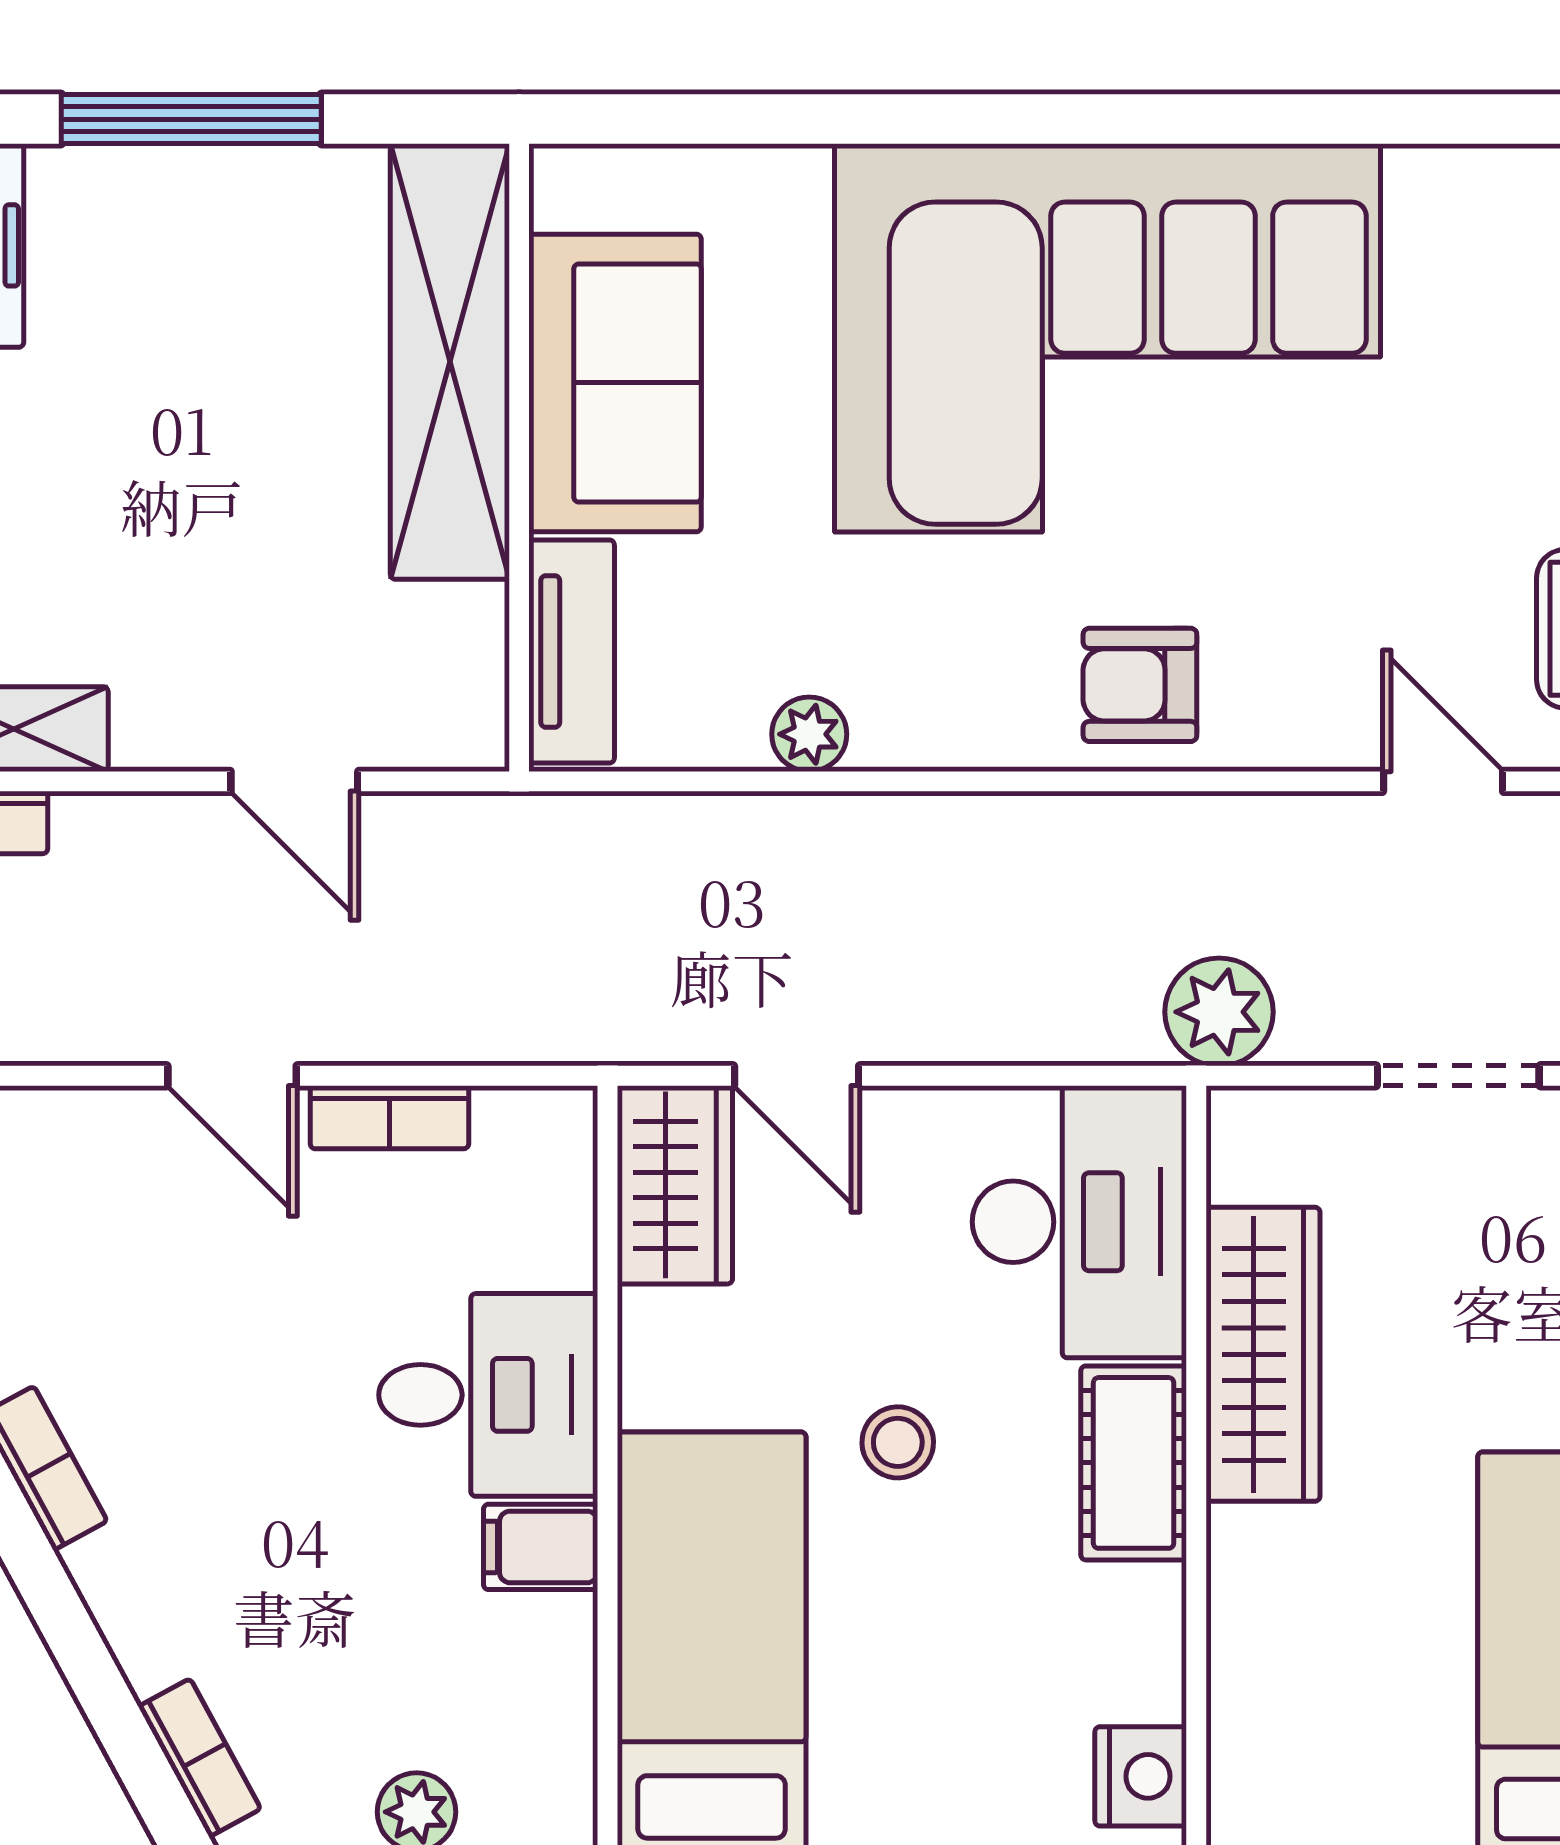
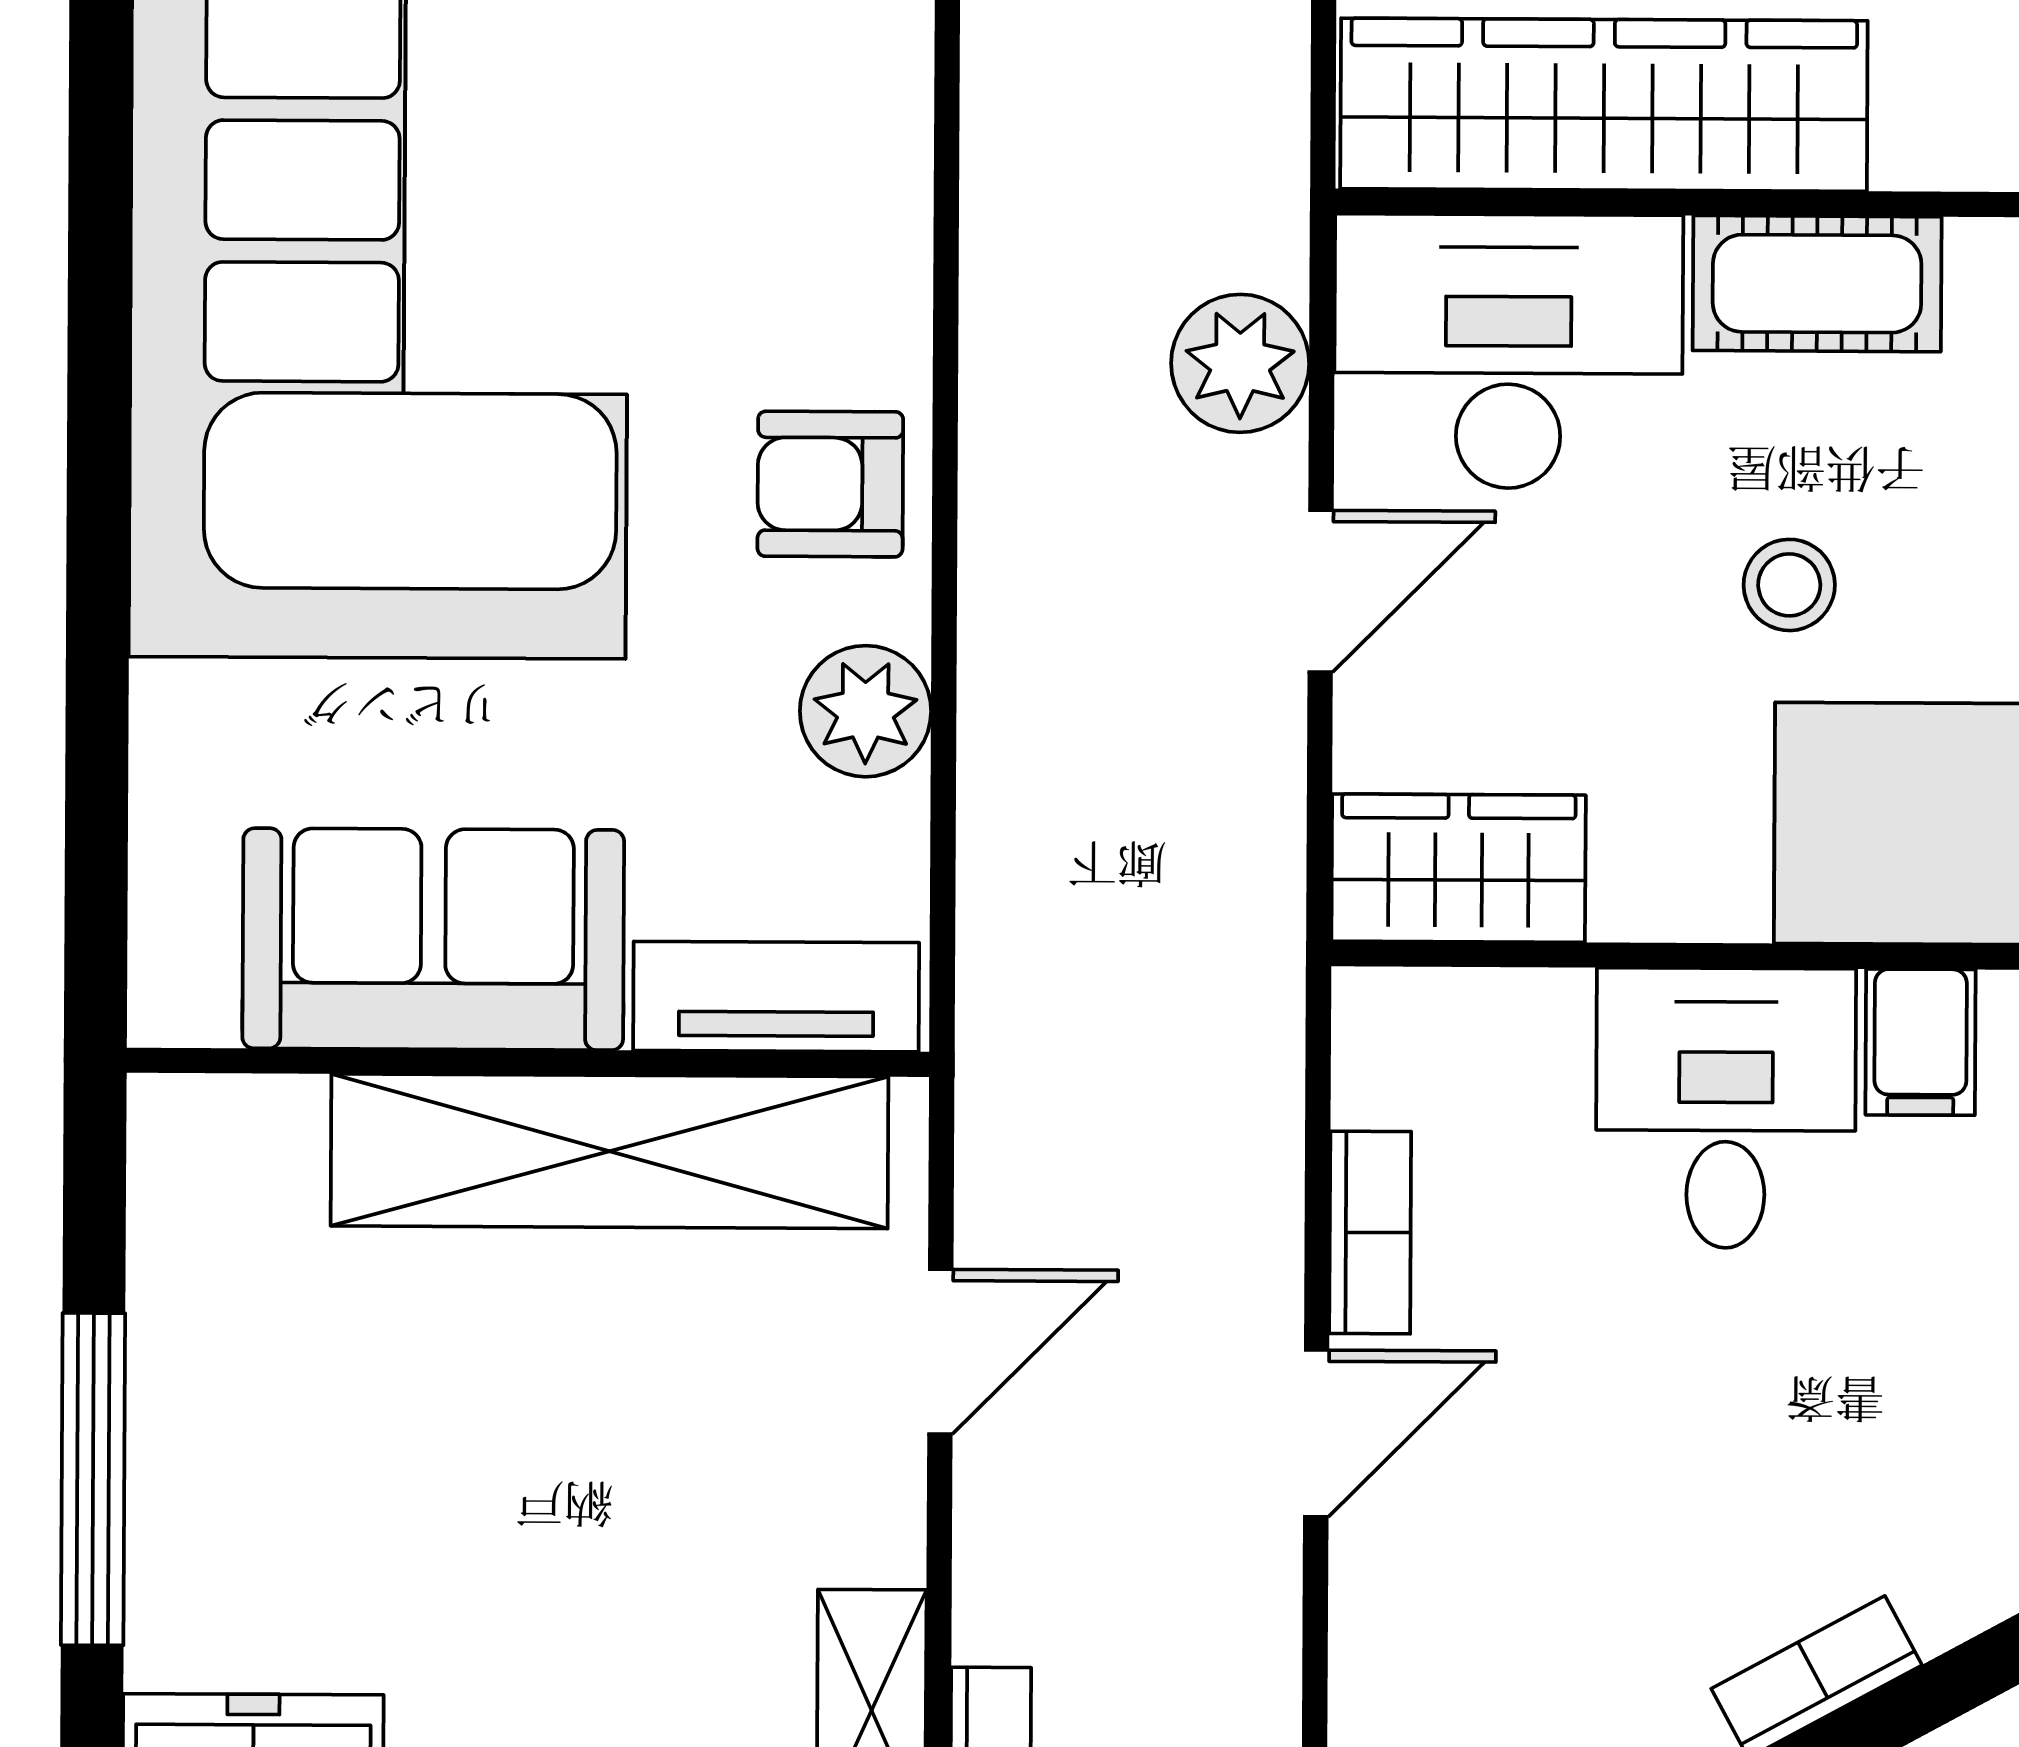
shelving: (450, 361) -> (609, 1151), moved
armchair: (1140, 685) -> (830, 484), moved, turned 90
plant: (809, 734) -> (865, 711), width x1.38, depth x1.38
plant: (1219, 1012) -> (1240, 363), moved
door: (797, 1076) -> (1321, 591), moved
wardrobe: (1263, 1354) -> (1604, 105), width x1.40, depth x1.17

